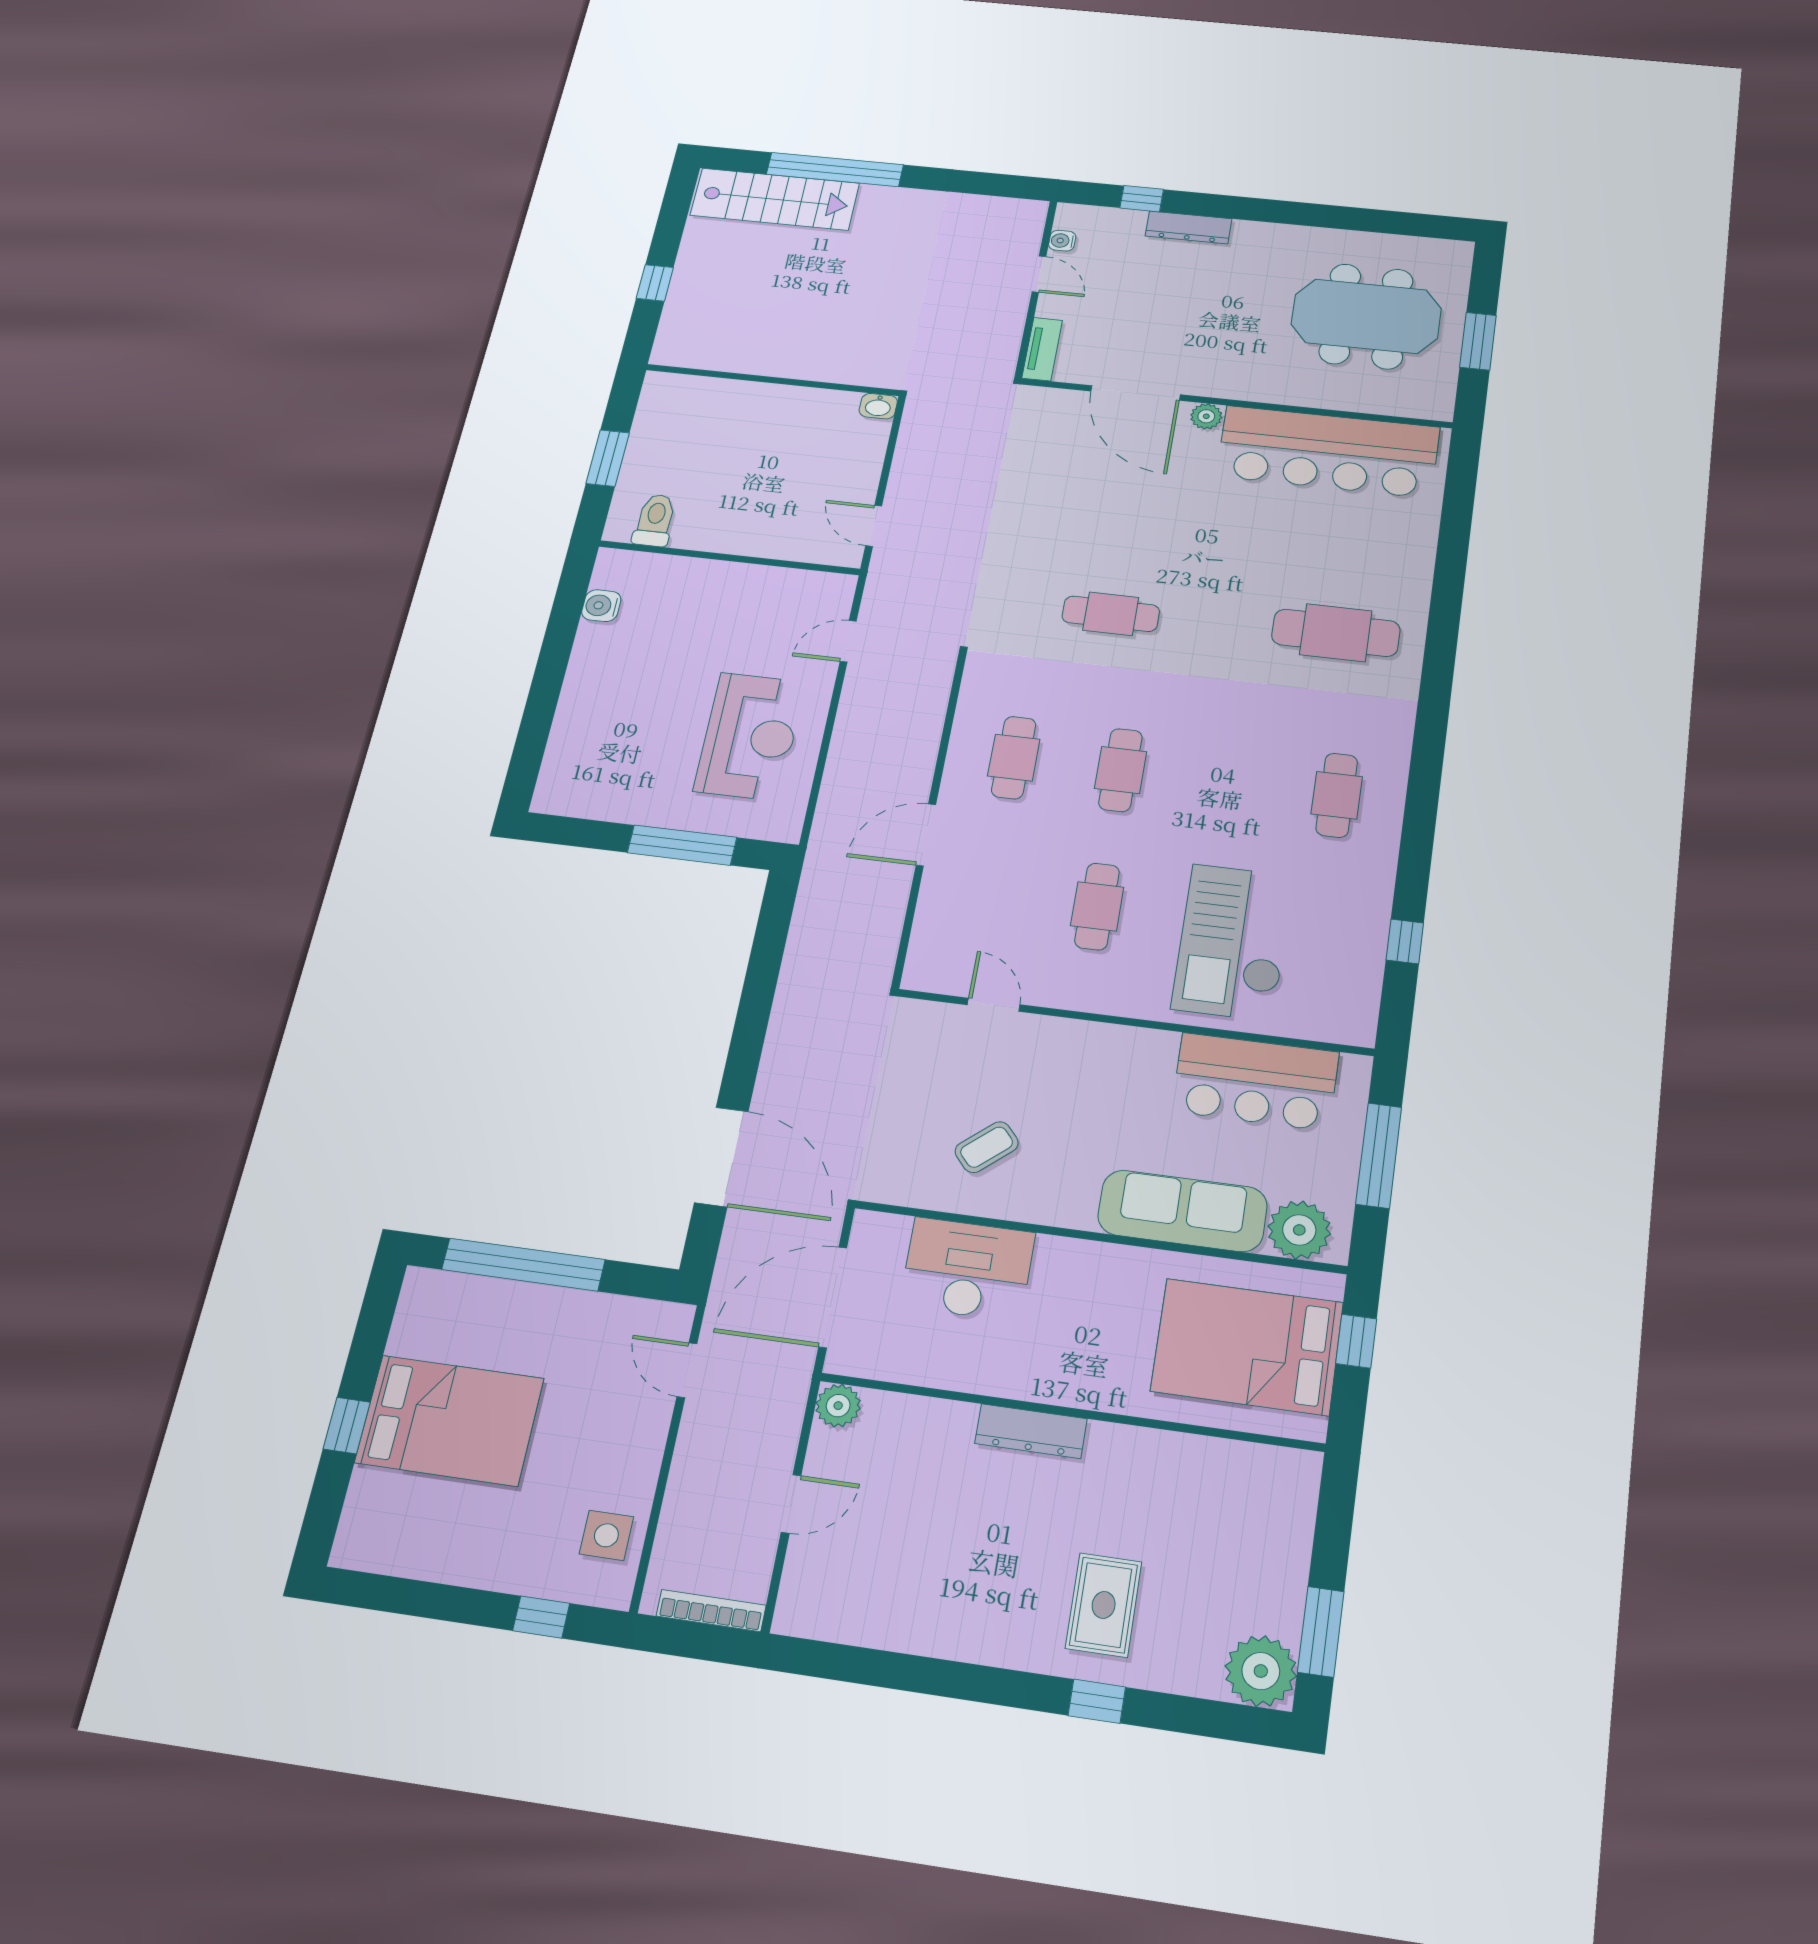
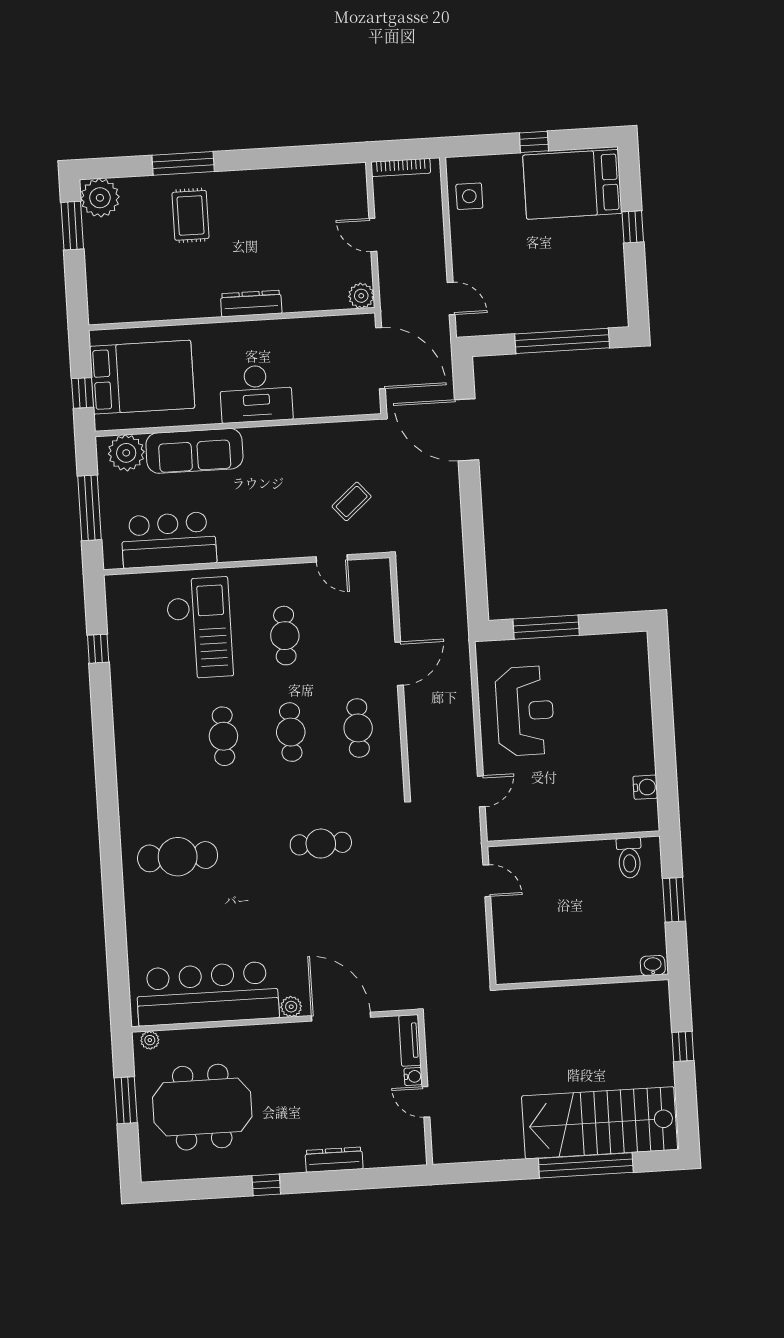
stairs: (775, 199) -> (600, 1123), width x1.36, depth x1.51
window: (1142, 199) -> (266, 1185), moved
water cooler: (1062, 241) -> (413, 1076), moved
washbasin: (878, 406) -> (653, 965), moved
plant: (1427, 408) -> (150, 1040), added
reception desk: (750, 736) -> (525, 711), turned 180
cafe table: (1337, 795) -> (223, 736), moved
coffee table: (987, 1147) -> (352, 501), moved
desk: (967, 1269) -> (256, 394), moved
door: (833, 1297) -> (380, 358), hinge flipped
bed: (449, 1420) -> (572, 184), moved
door: (791, 1504) -> (373, 235), hinge flipped
window: (541, 1617) -> (534, 142), moved
window: (1097, 1701) -> (183, 163), width x2.17

